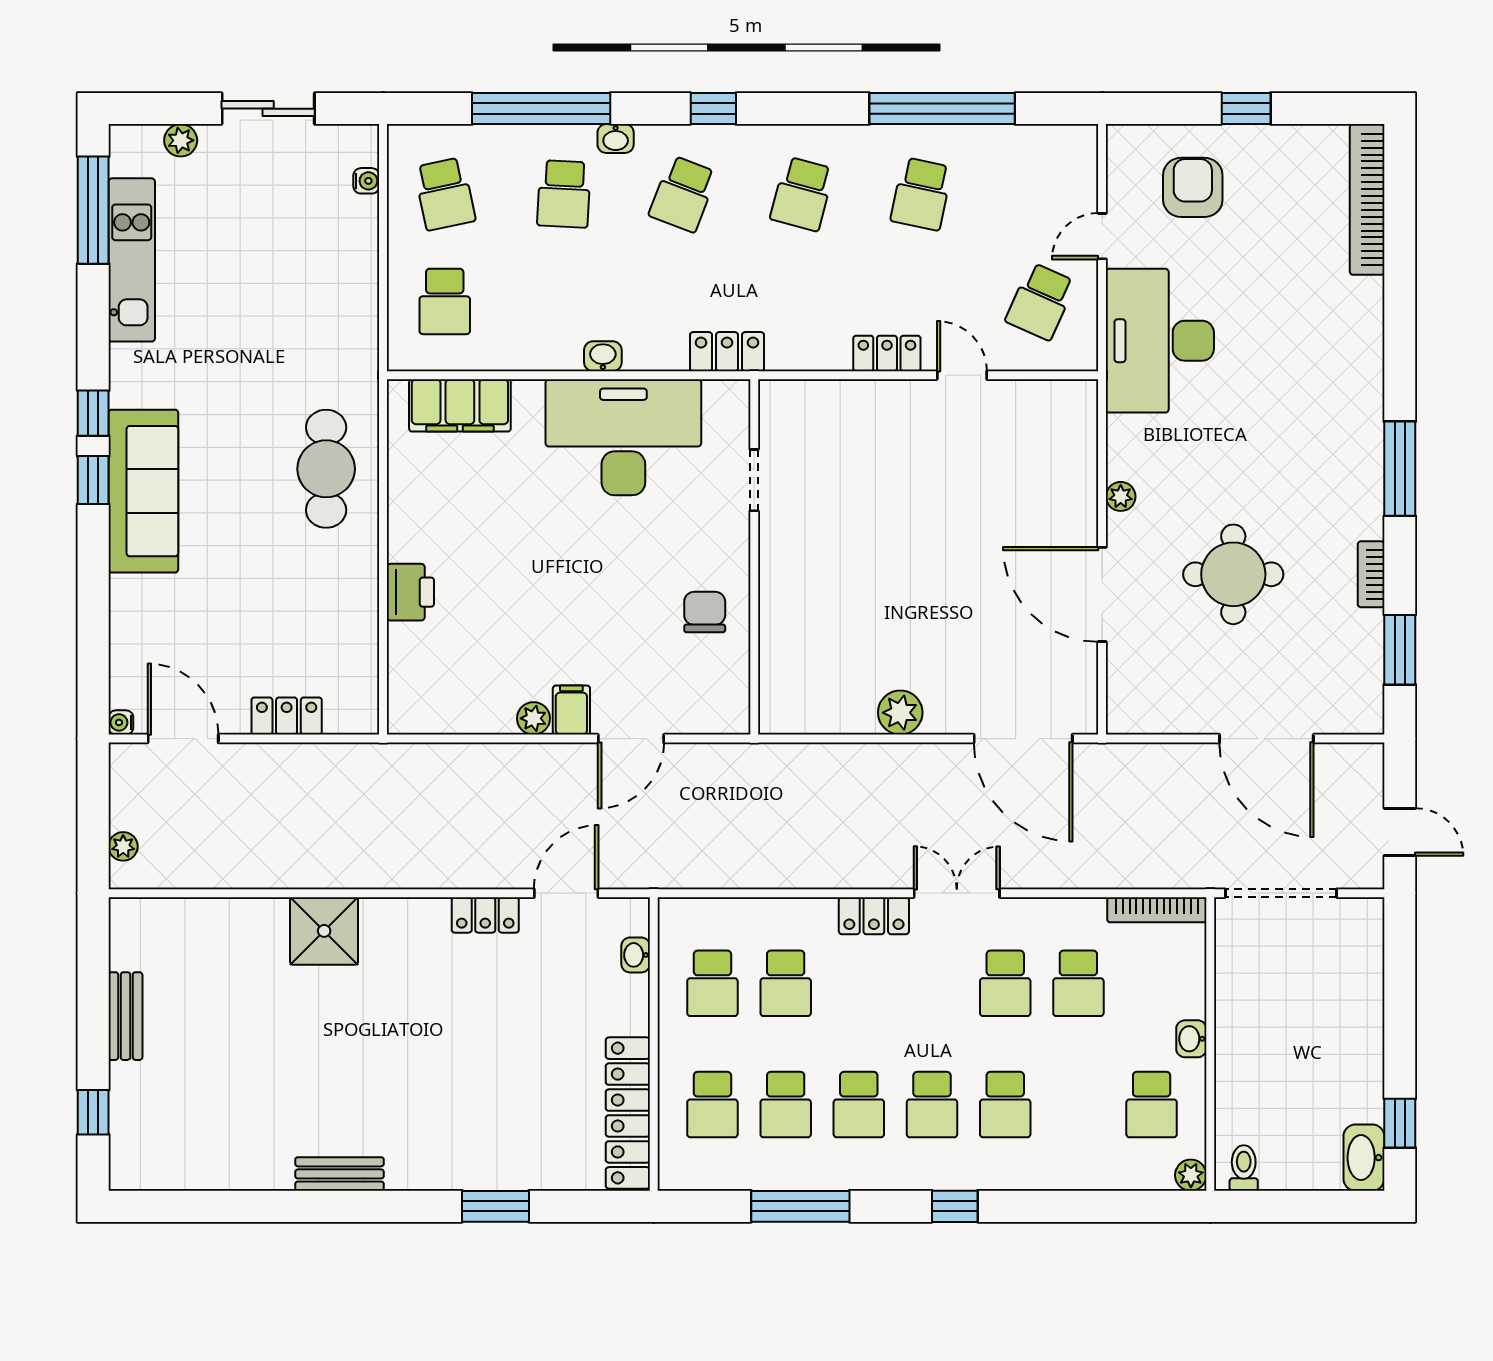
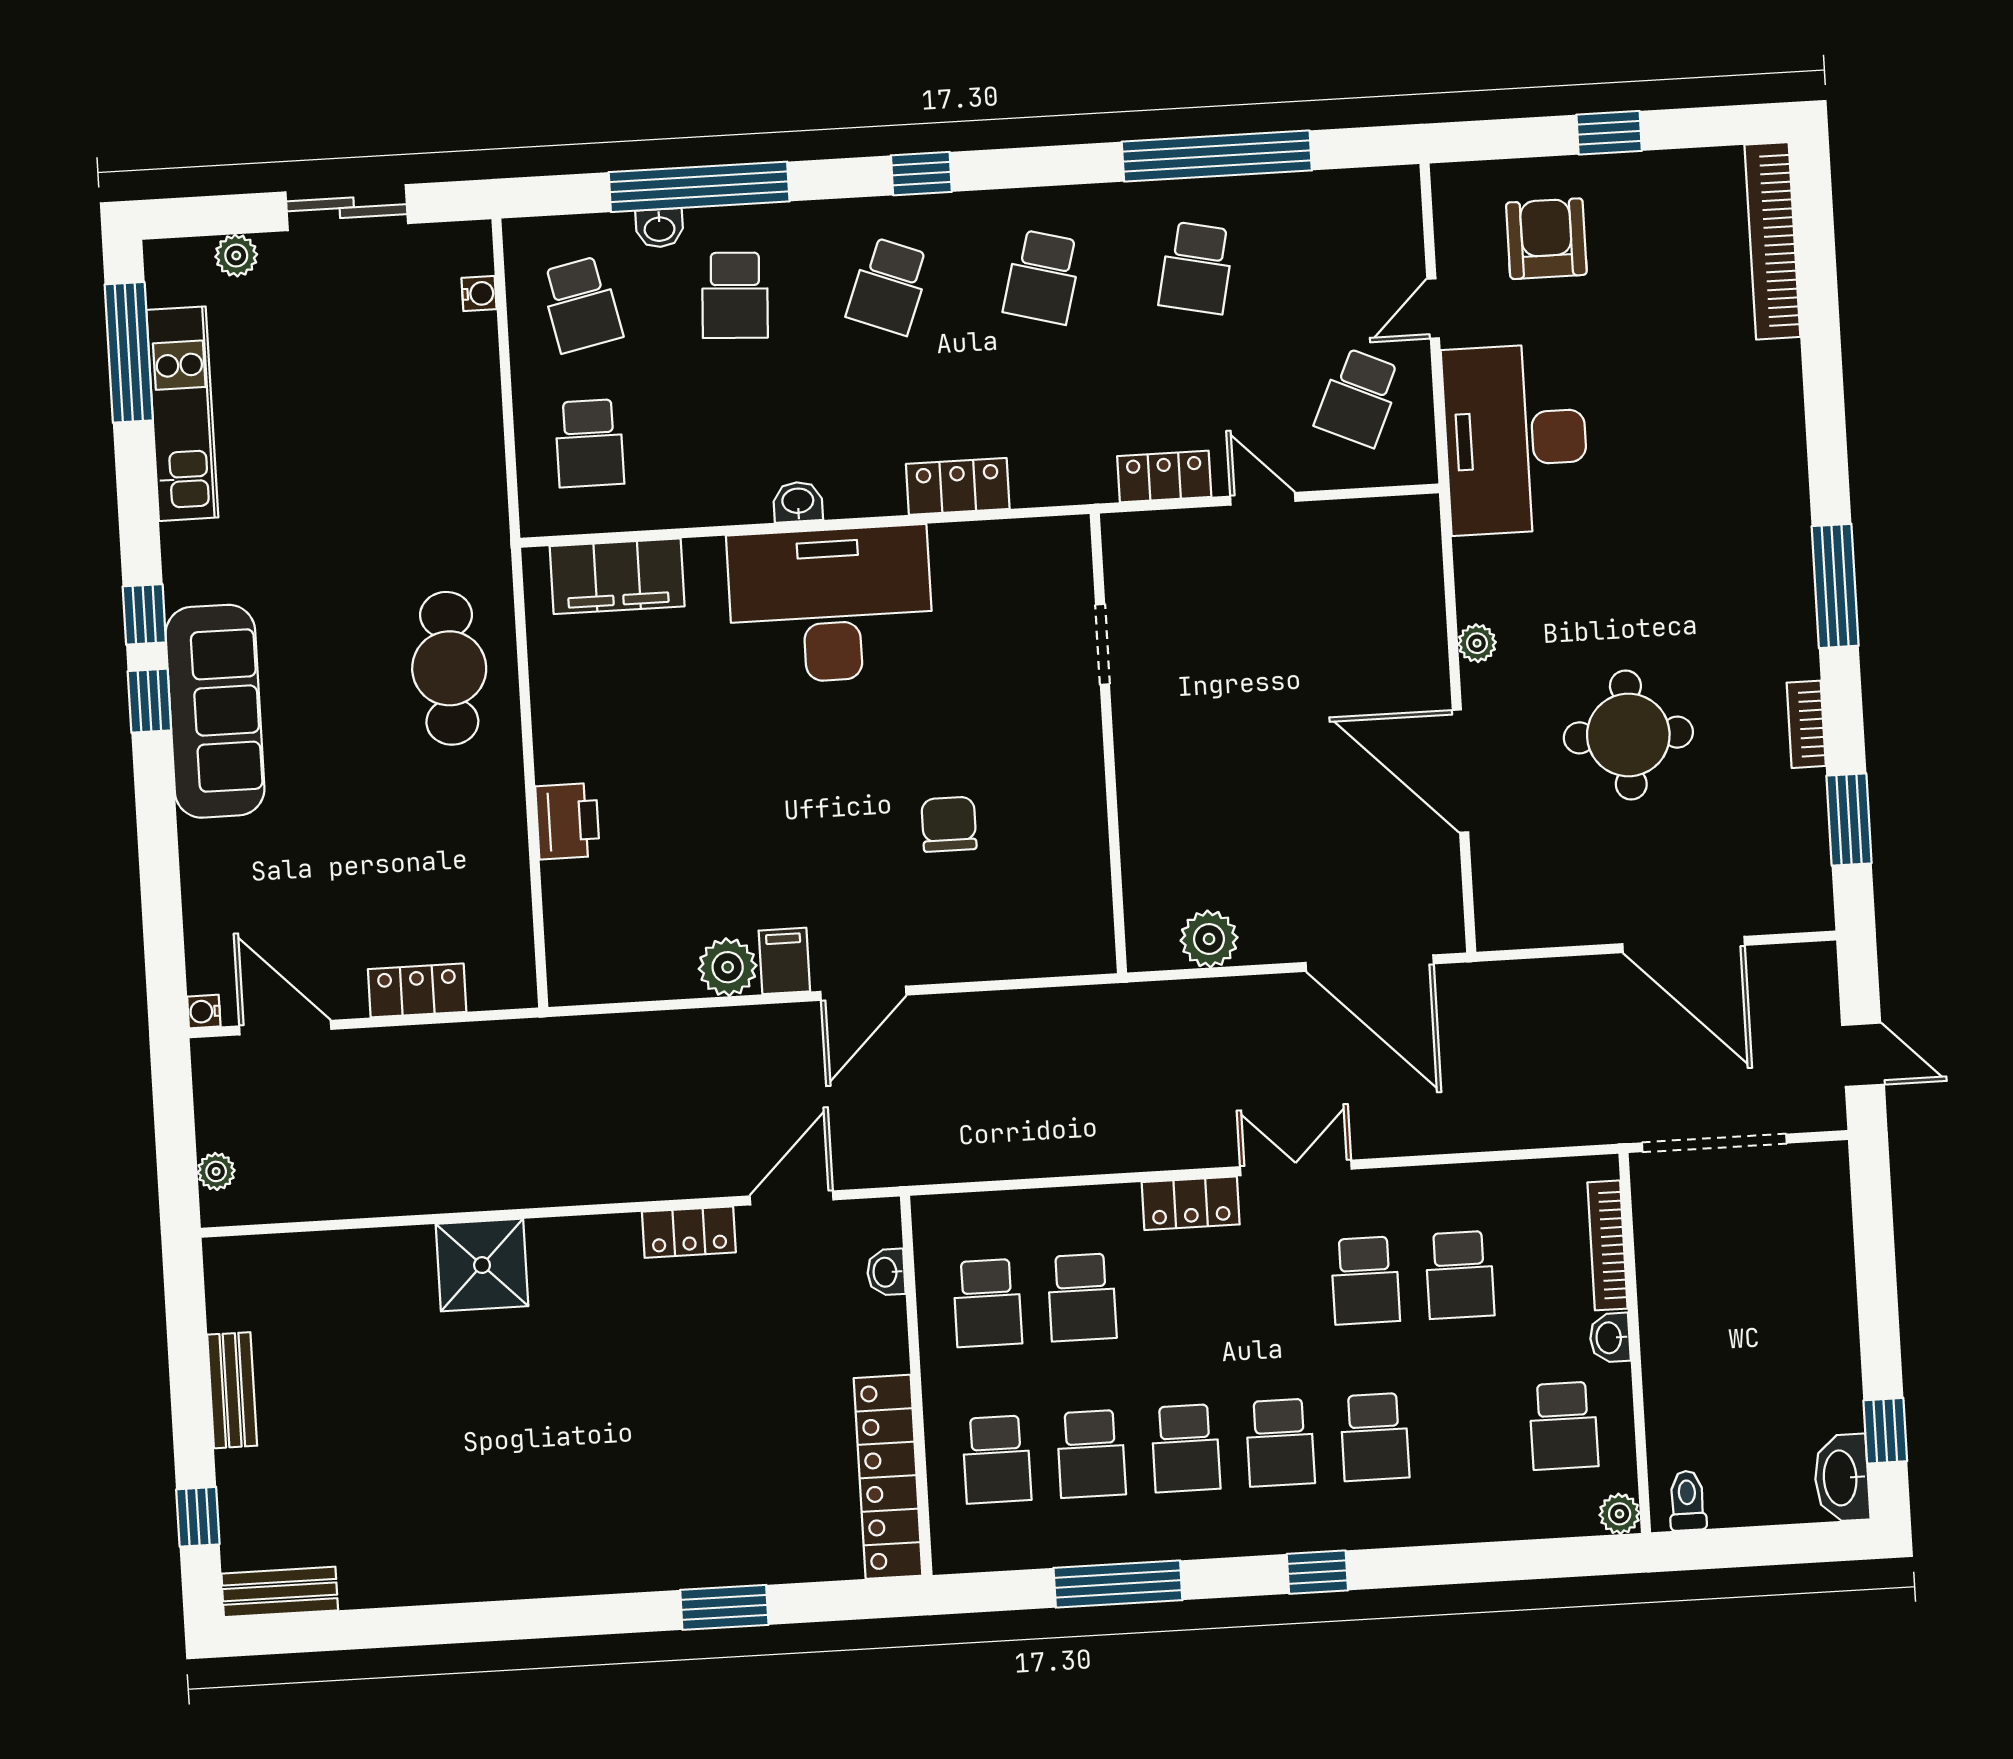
washbasin: (616, 139) -> (659, 228), moved
doorway: (754, 480) -> (1102, 644), moved
wall: (754, 557) -> (1108, 743), moved
plant: (533, 718) -> (728, 967), width x1.38, depth x1.38
bookcase: (1157, 910) -> (1607, 1245), moved, turned 90
bench: (340, 1174) -> (280, 1592), moved

